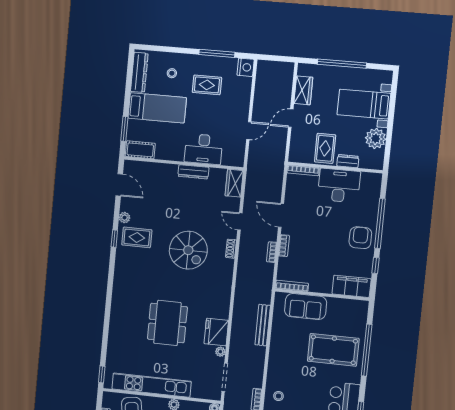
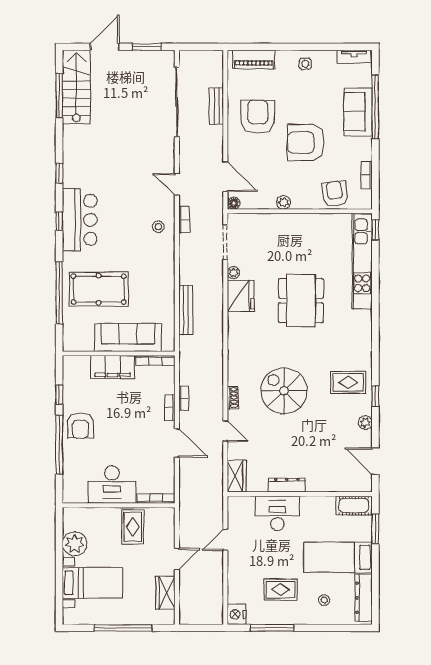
dresser: (348, 161) -> (104, 514), removed
rug: (137, 237) -> (348, 382), moved
filing cabinet: (352, 286) -> (113, 367), moved
sofa: (306, 307) -> (128, 337), width x1.36
kitchen unit: (151, 385) -> (362, 261), moved, turned 90

